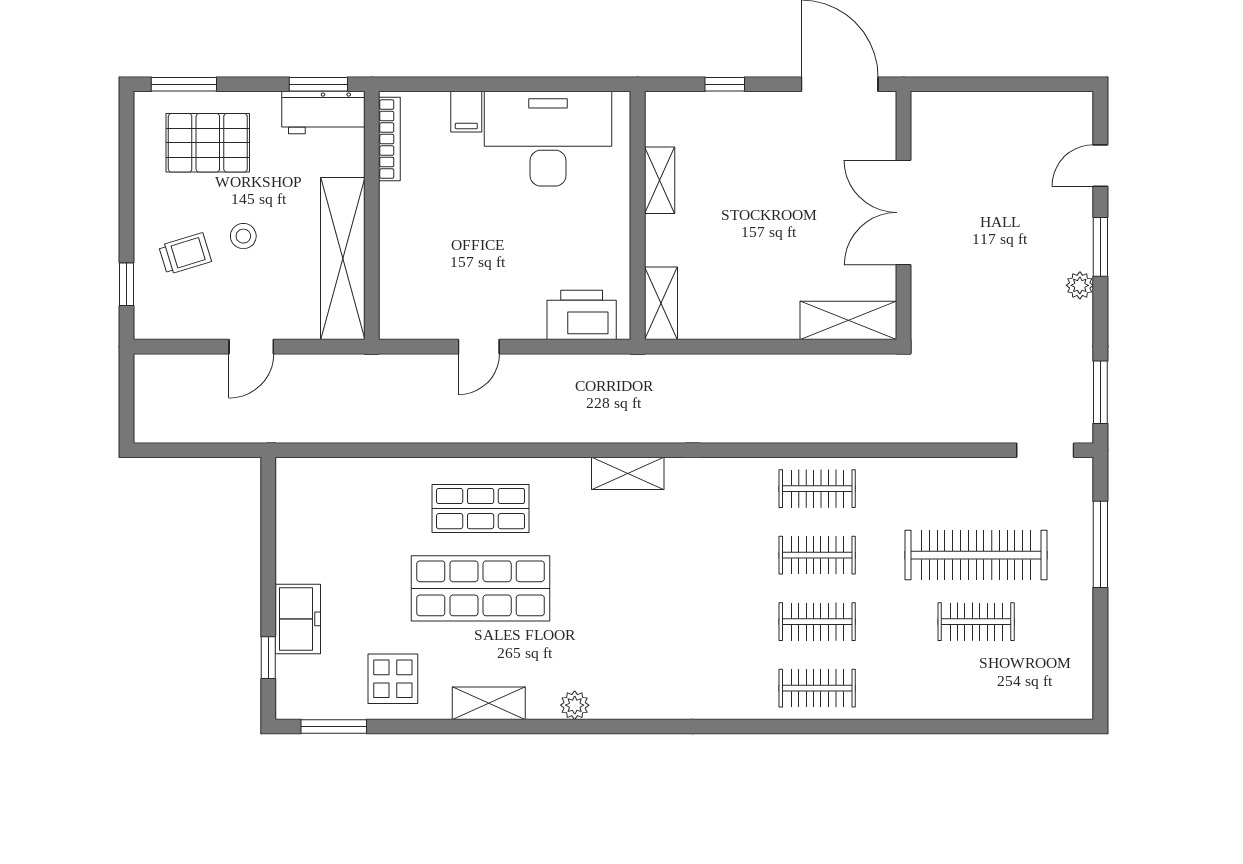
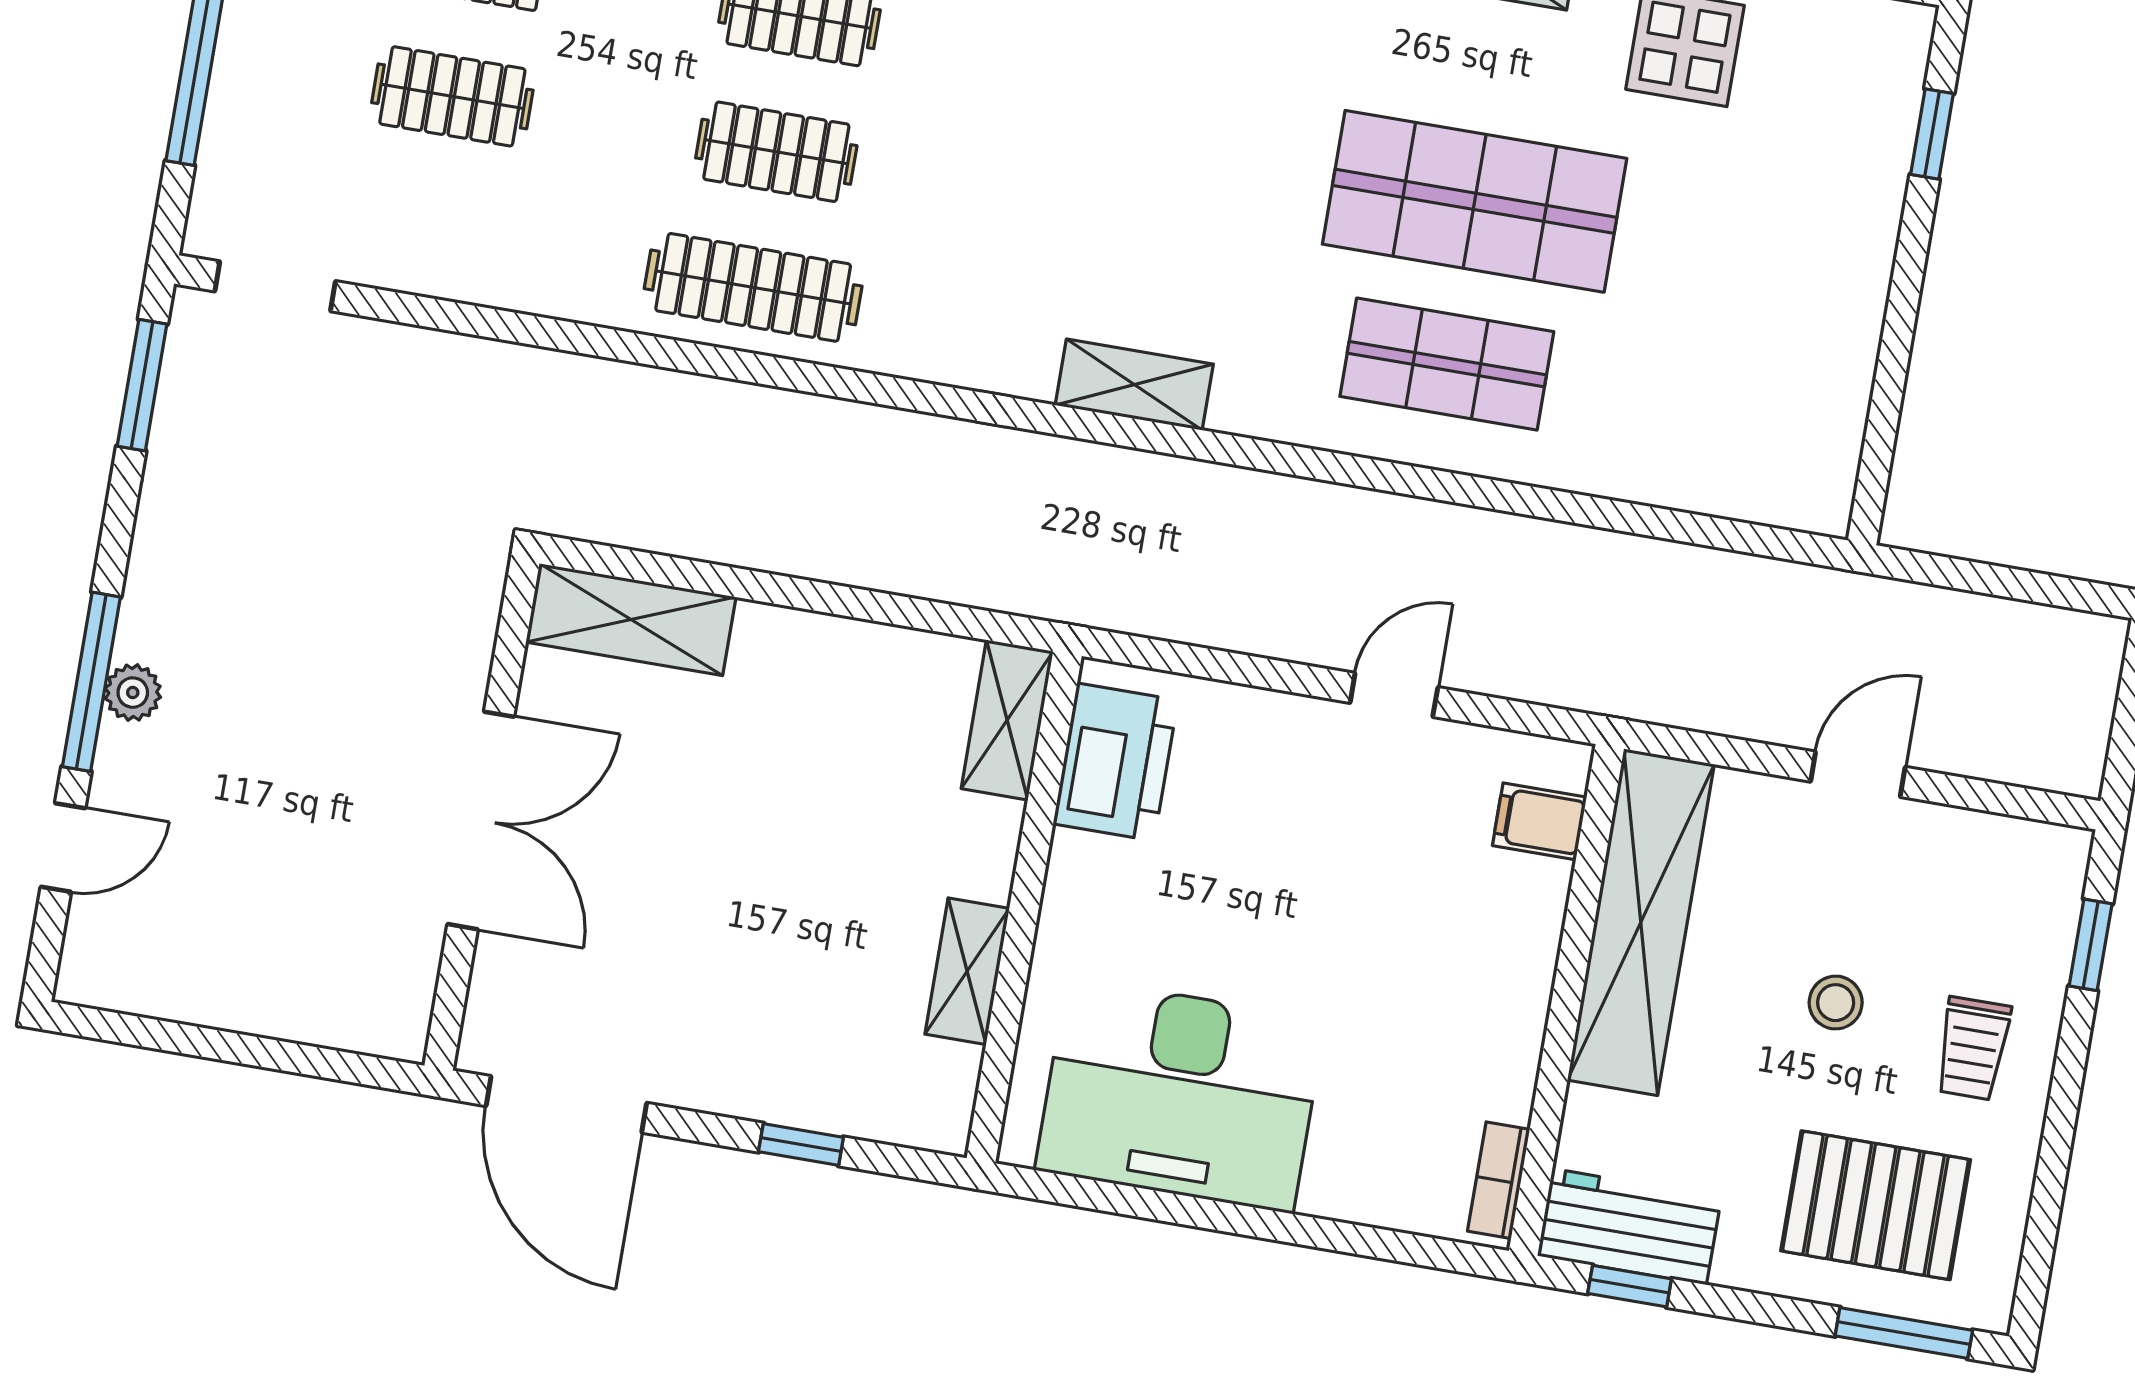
window: (318, 84) -> (1630, 1286), width x0.67
filing cabinet: (466, 112) -> (1539, 821), moved, turned -90
bookcase: (389, 139) -> (1499, 1180), width x0.64
window: (1100, 247) -> (91, 682), width x1.44
trolley: (185, 254) -> (1973, 1048), moved, turned -73
plant: (1080, 285) -> (133, 693), moved
printer: (582, 315) -> (1116, 762), moved, turned -90
clothes rail: (817, 489) -> (753, 287), width x1.36
clothes rail: (976, 555) -> (452, 96), width x0.54, depth x0.76
freezer: (298, 619) -> (1858, 203), removed

